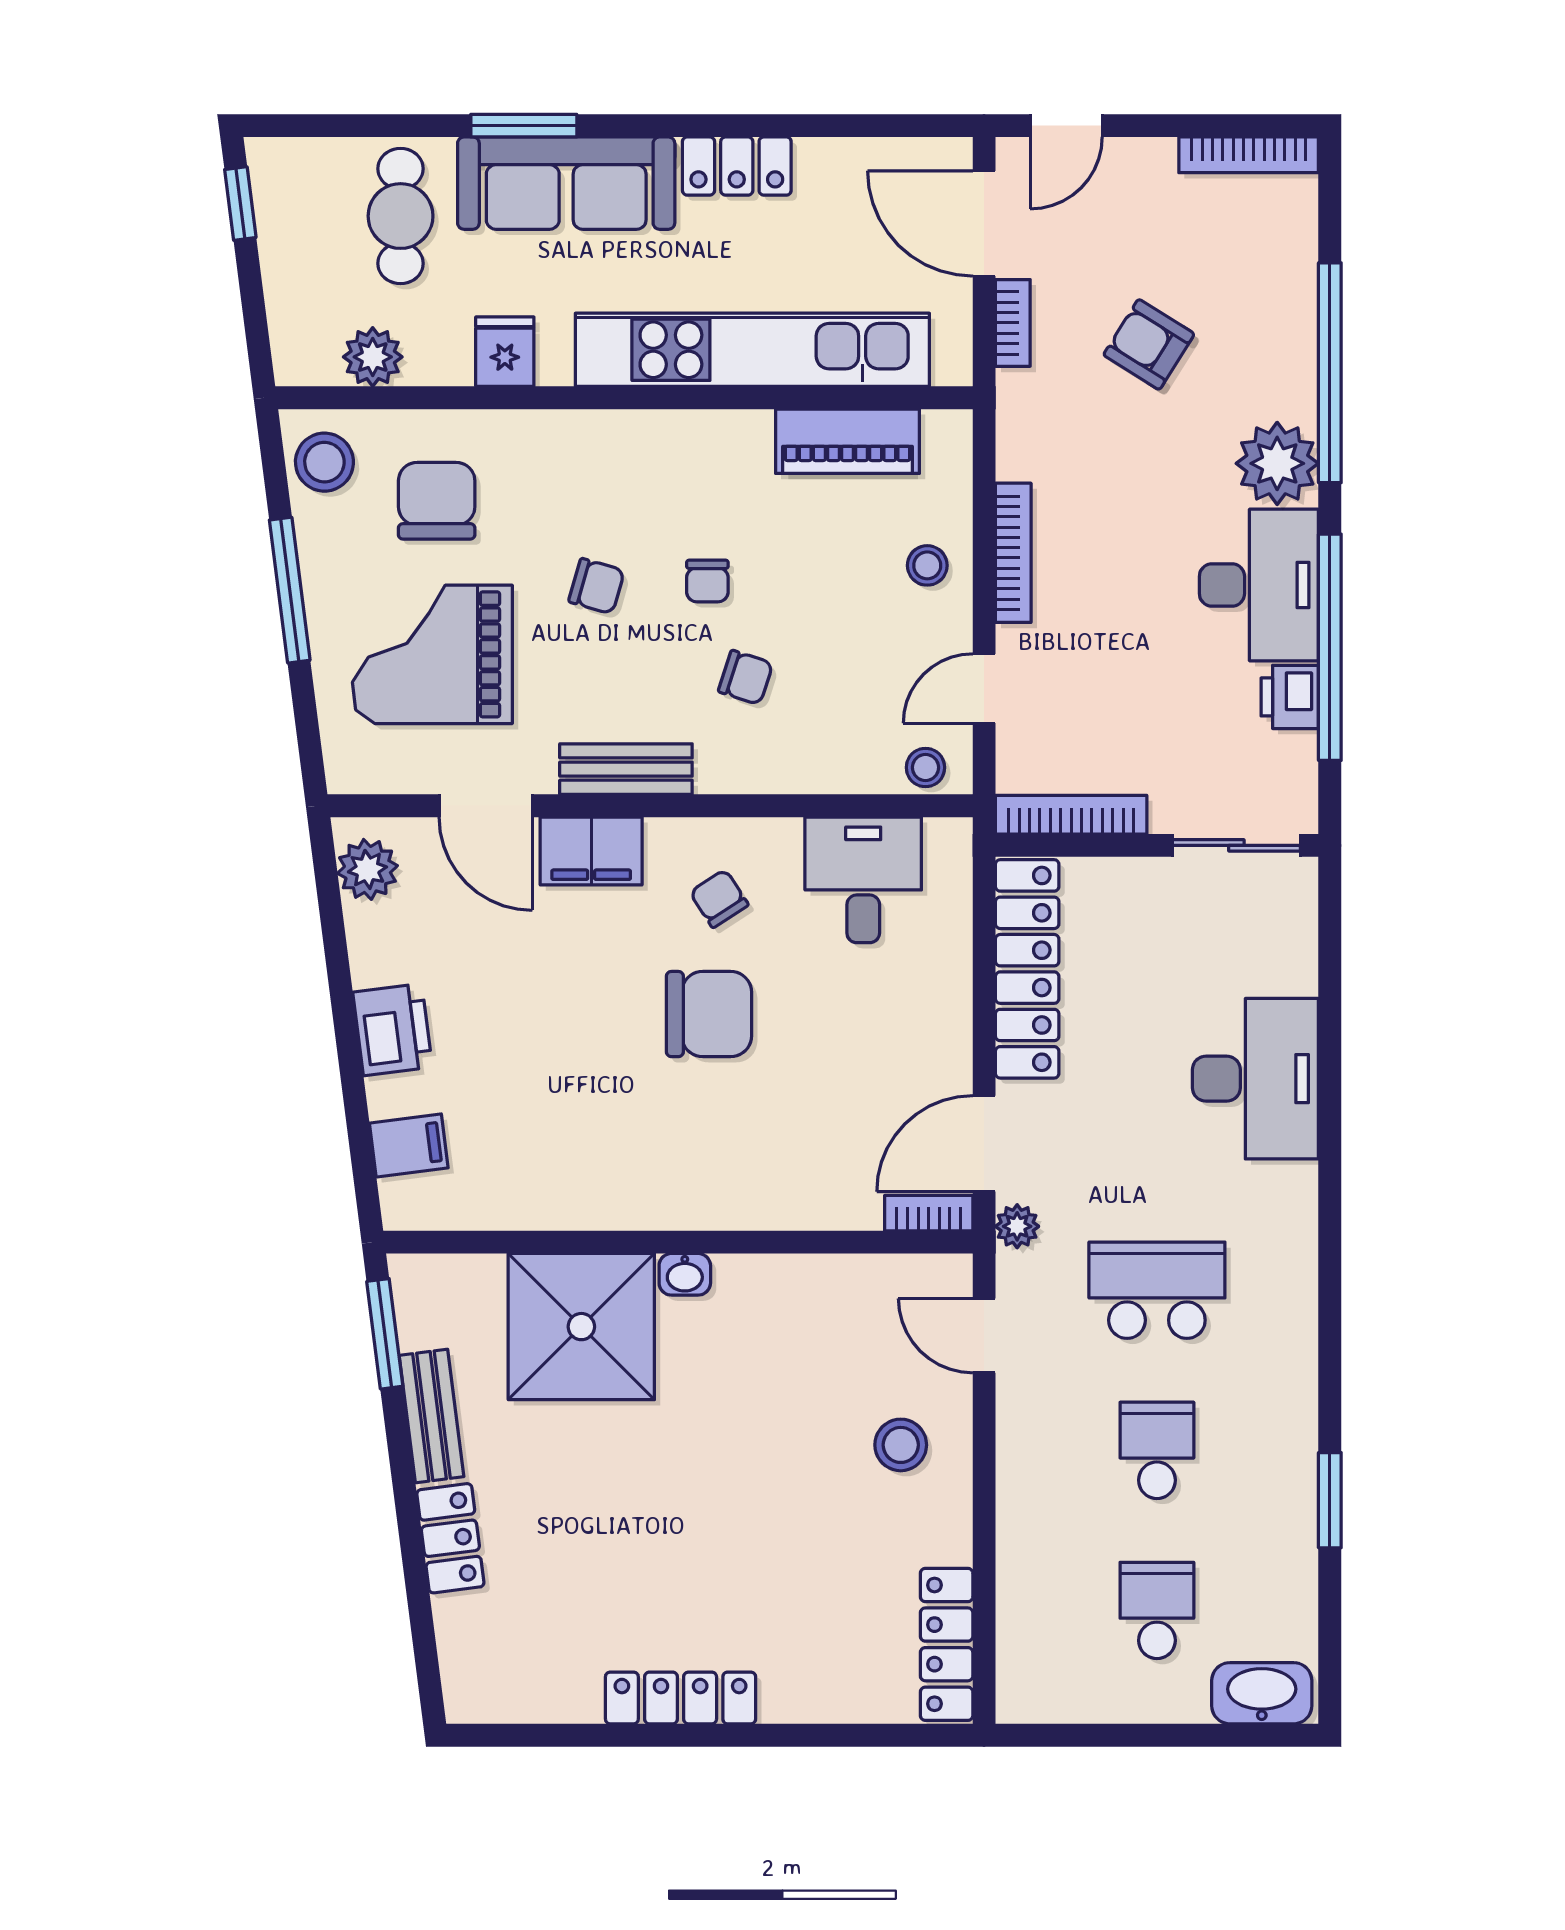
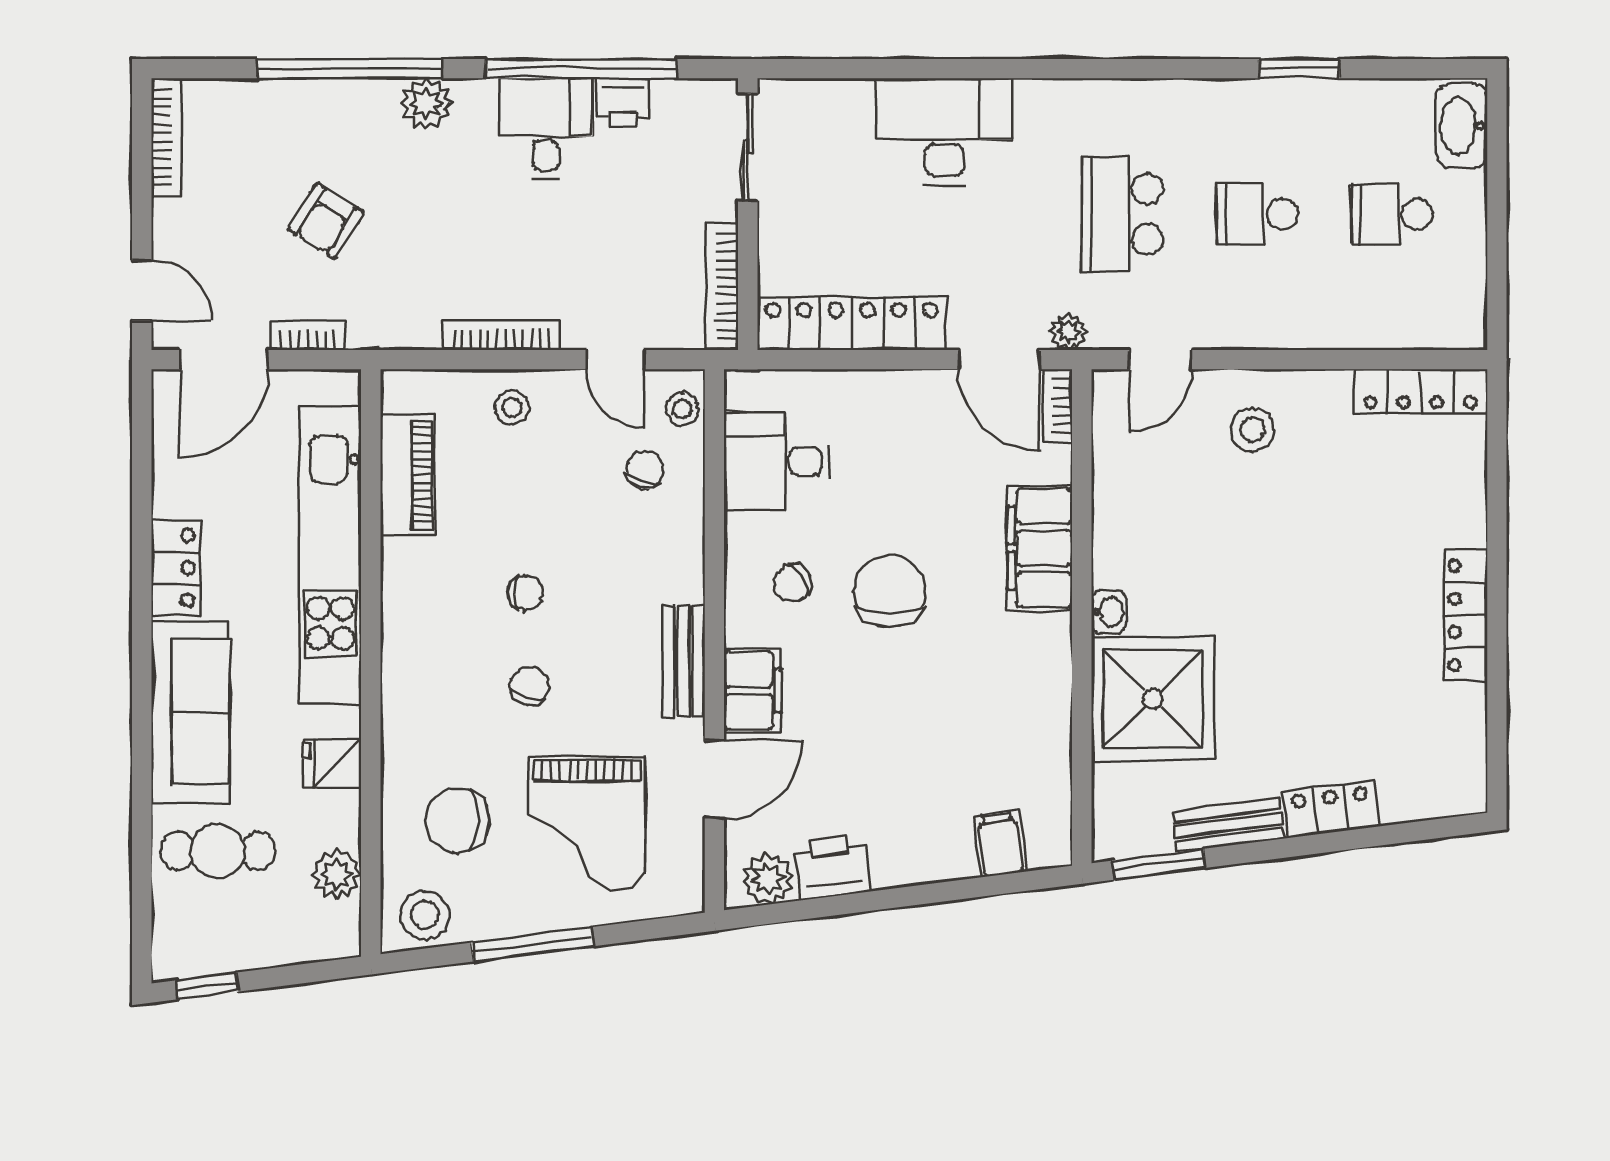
window: (524, 126) -> (142, 747), removed
plant: (1277, 463) -> (426, 104), width x0.73, depth x0.73
desk: (1259, 585) -> (546, 128), width x0.73
chair: (746, 677) -> (645, 470), moved
printer: (393, 1030) -> (832, 867), moved
filing cabinet: (760, 1192) -> (1040, 548), added

